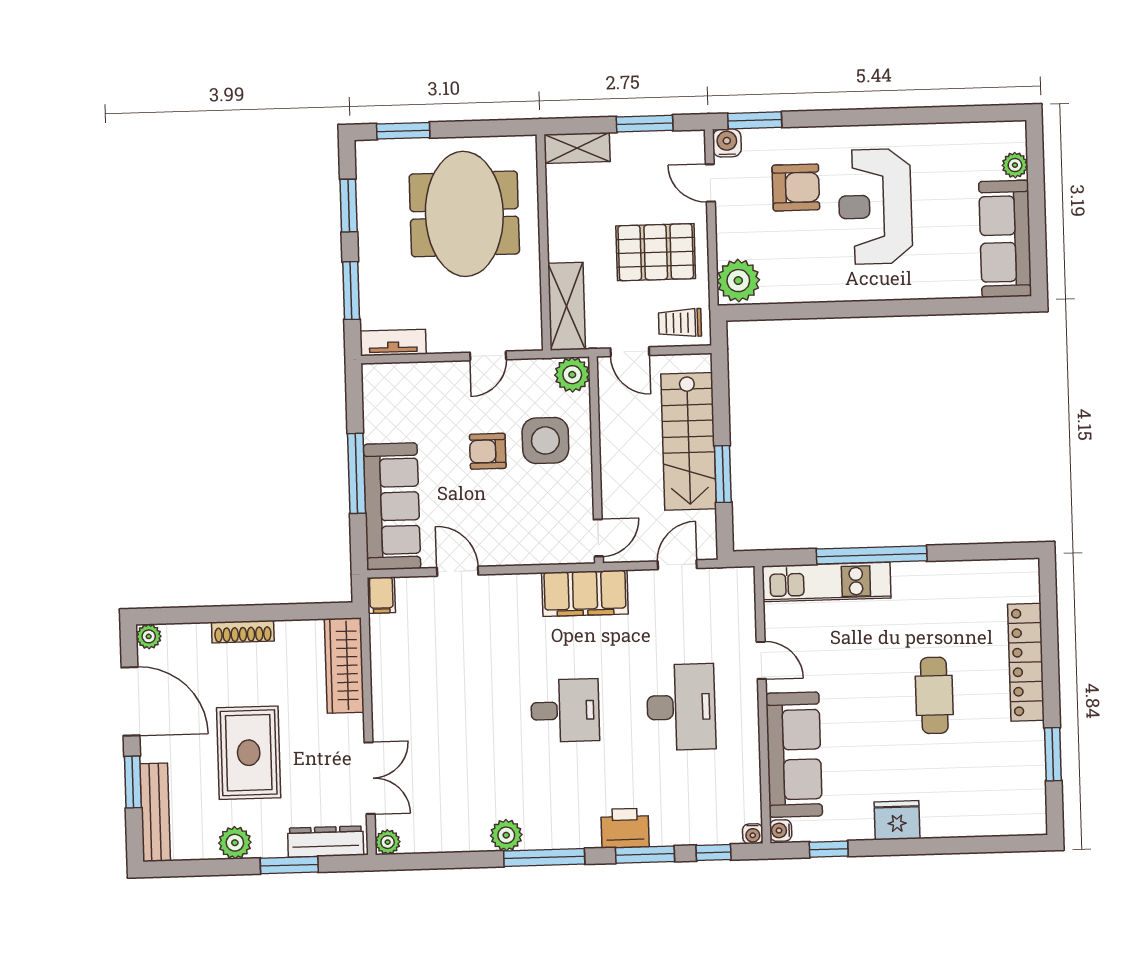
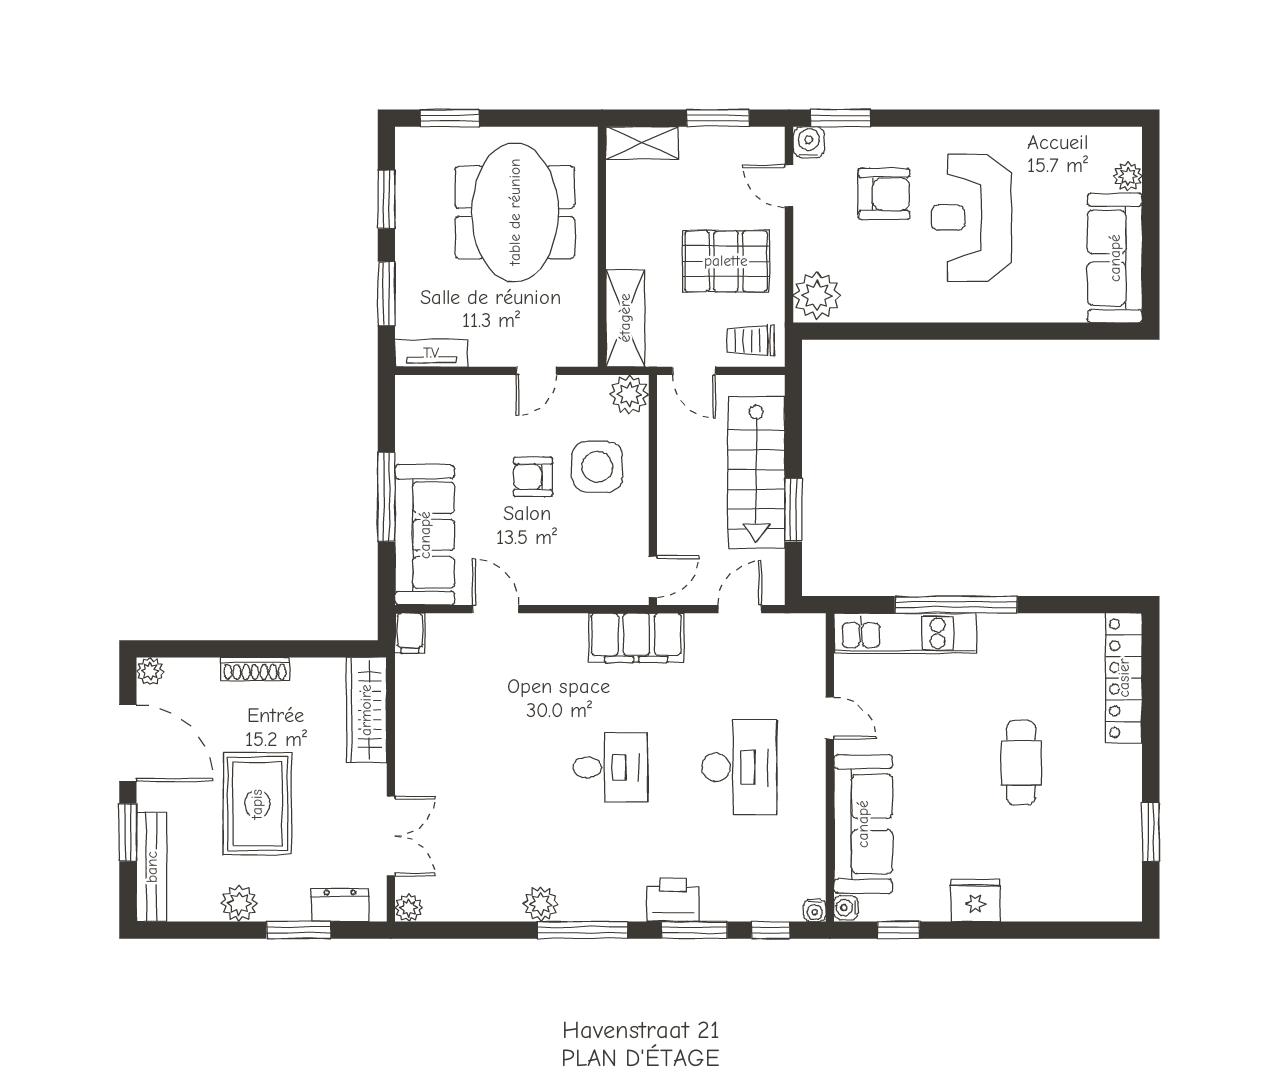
locker: (1026, 662) -> (1124, 678), moved
dresser: (326, 842) -> (340, 905), width x0.70

